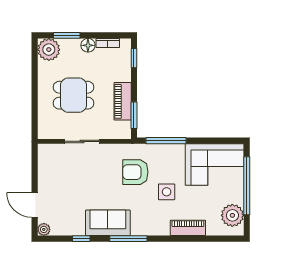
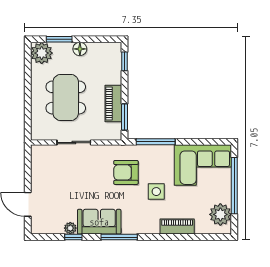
bookcase: (108, 43) -> (99, 47), removed
dining table: (73, 95) -> (66, 97), width x1.38
plant: (44, 229) -> (70, 228), moved

